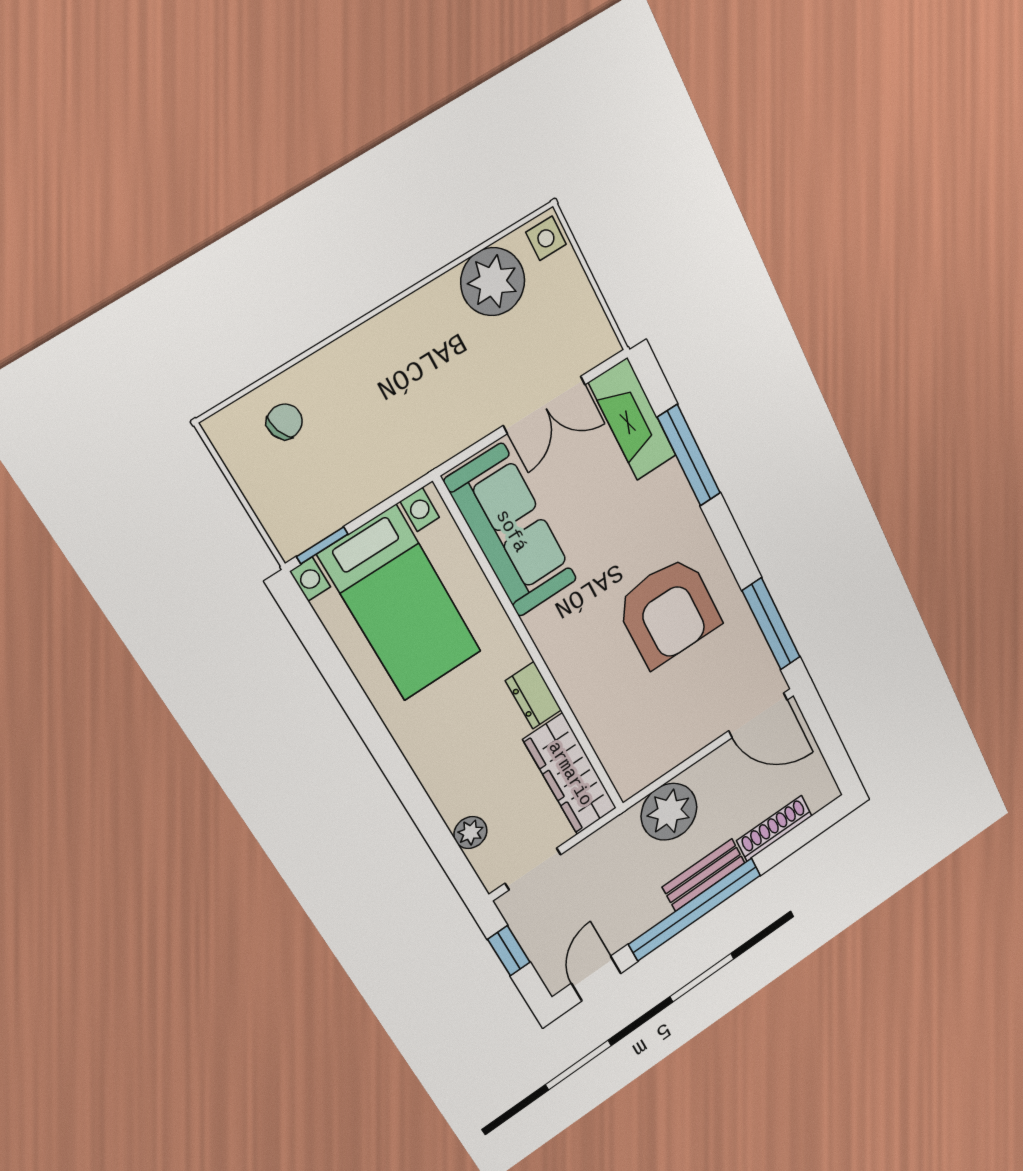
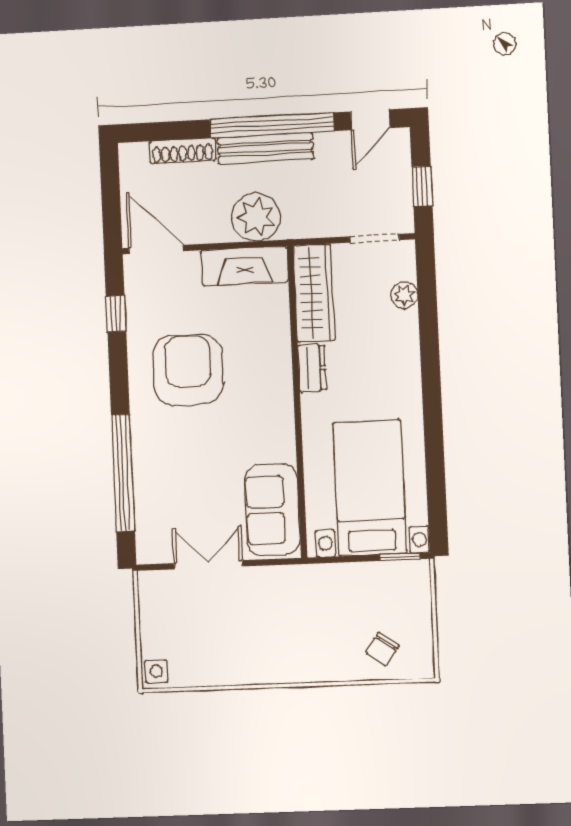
plant: (493, 282) -> (205, 663), removed
fireplace: (632, 419) -> (245, 266), moved, turned 90
chair: (285, 422) -> (382, 649), turned -35
window: (689, 455) -> (123, 473), width x1.46
sofa: (511, 531) -> (272, 510), width x0.73
window: (771, 624) -> (116, 314), width x0.46
bench: (704, 875) -> (266, 148), width x1.36

